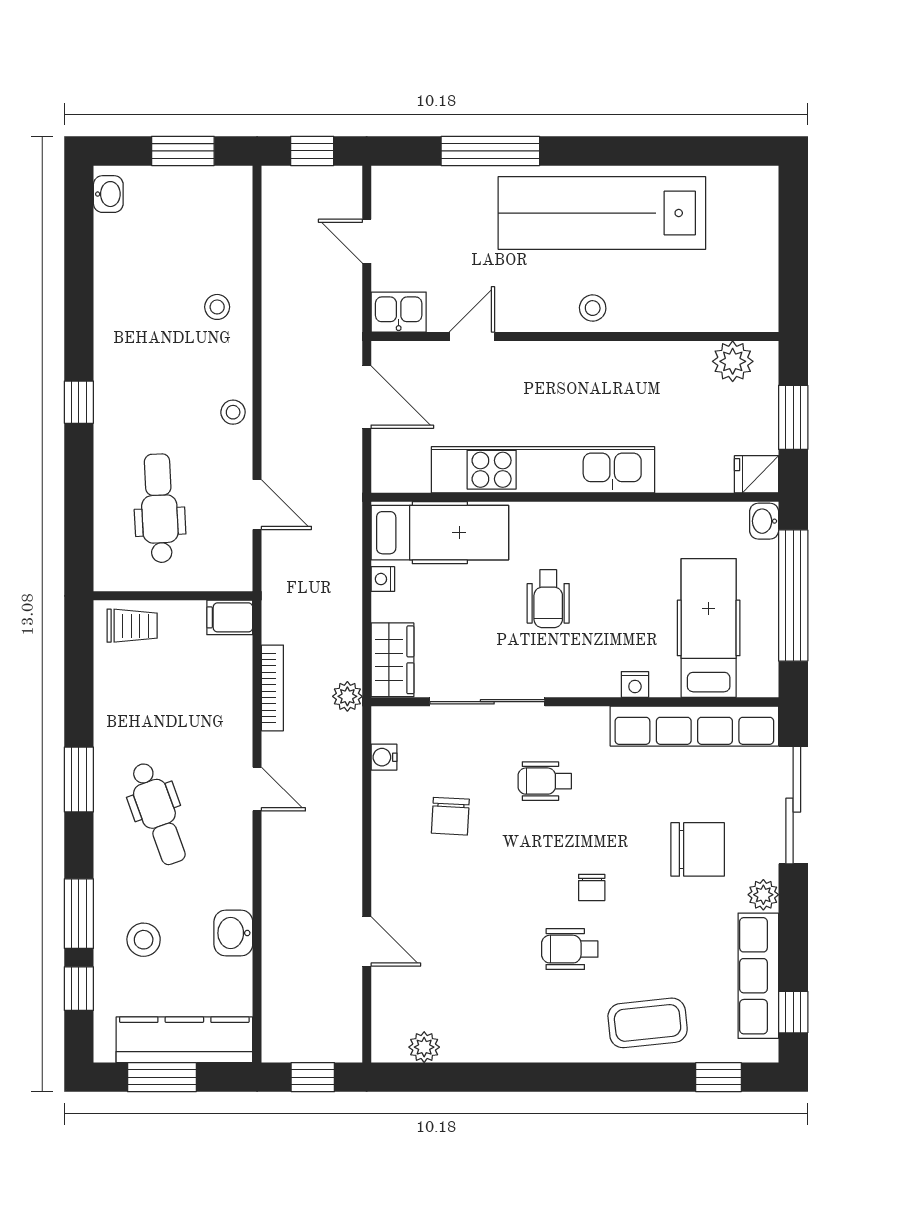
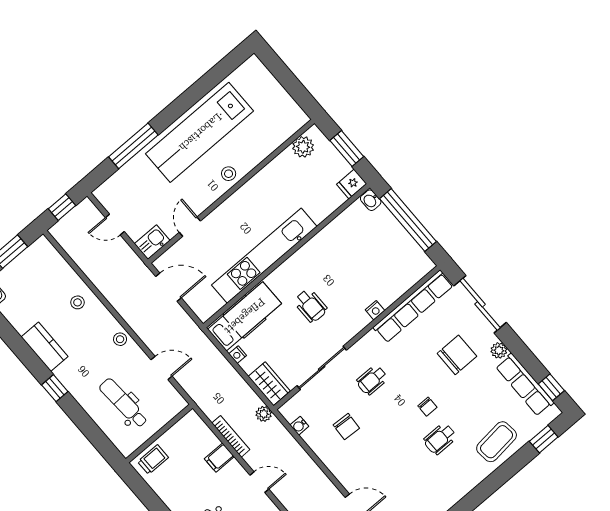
kitchen counter: (115, 330) -> (45, 347), added
filing cabinet: (230, 617) -> (219, 458), moved
hospital bed: (709, 628) -> (385, 262), removed

